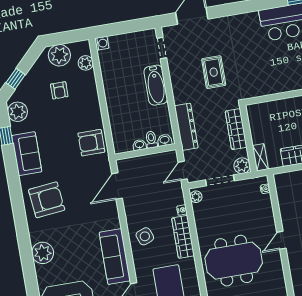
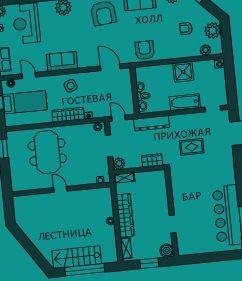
shower: (116, 90) -> (183, 72), added
wardrobe: (236, 129) -> (152, 160), width x0.67
sofa: (115, 257) -> (62, 61), width x0.73

